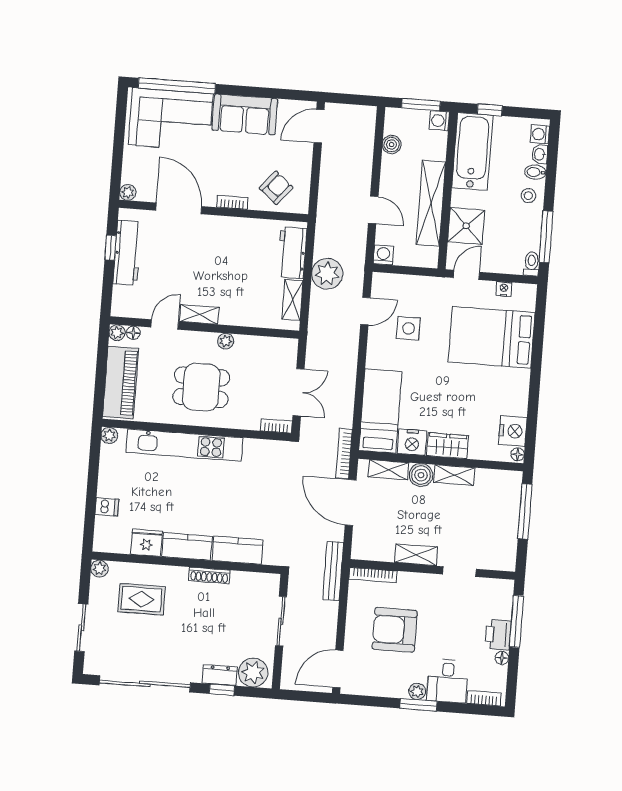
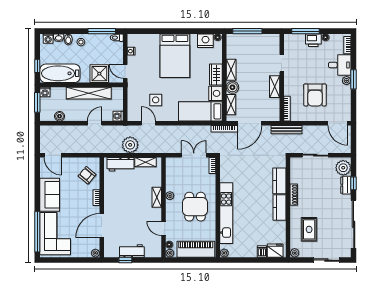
workbench: (127, 253) -> (132, 251), width x0.73
shelving: (199, 314) -> (157, 197), moved
bed: (492, 337) -> (175, 56), moved
fridge: (146, 543) -> (275, 251), moved, turned 90

